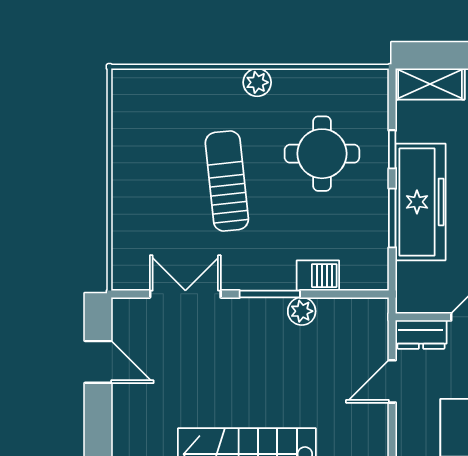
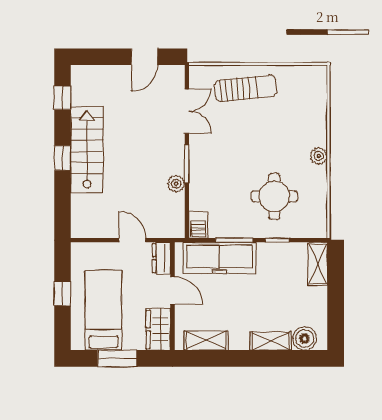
sun lounger: (227, 181) -> (246, 88), moved
freezer: (420, 202) -> (219, 258), moved
barbecue: (318, 276) -> (198, 225), moved

